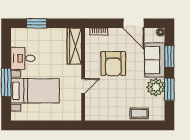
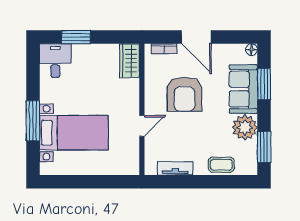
door: (133, 23) -> (196, 37), moved
wardrobe: (74, 46) -> (129, 61), width x0.67
desk: (23, 58) -> (55, 61), moved, turned 90
window: (169, 89) -> (264, 147), moved
tv unit: (107, 116) -> (175, 168), added

